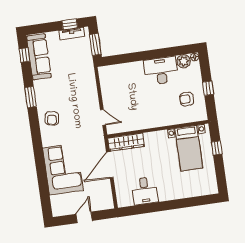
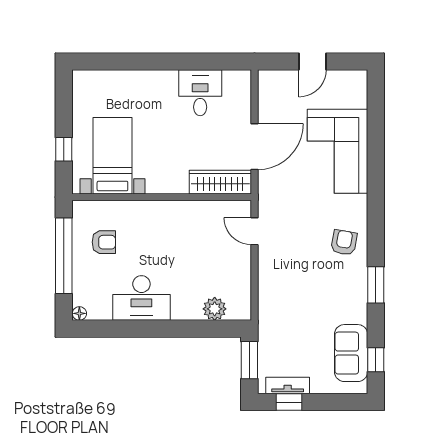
sofa: (39, 57) -> (351, 353), width x0.73
plant: (184, 61) -> (215, 309), moved
window: (208, 88) -> (64, 256), width x3.17

